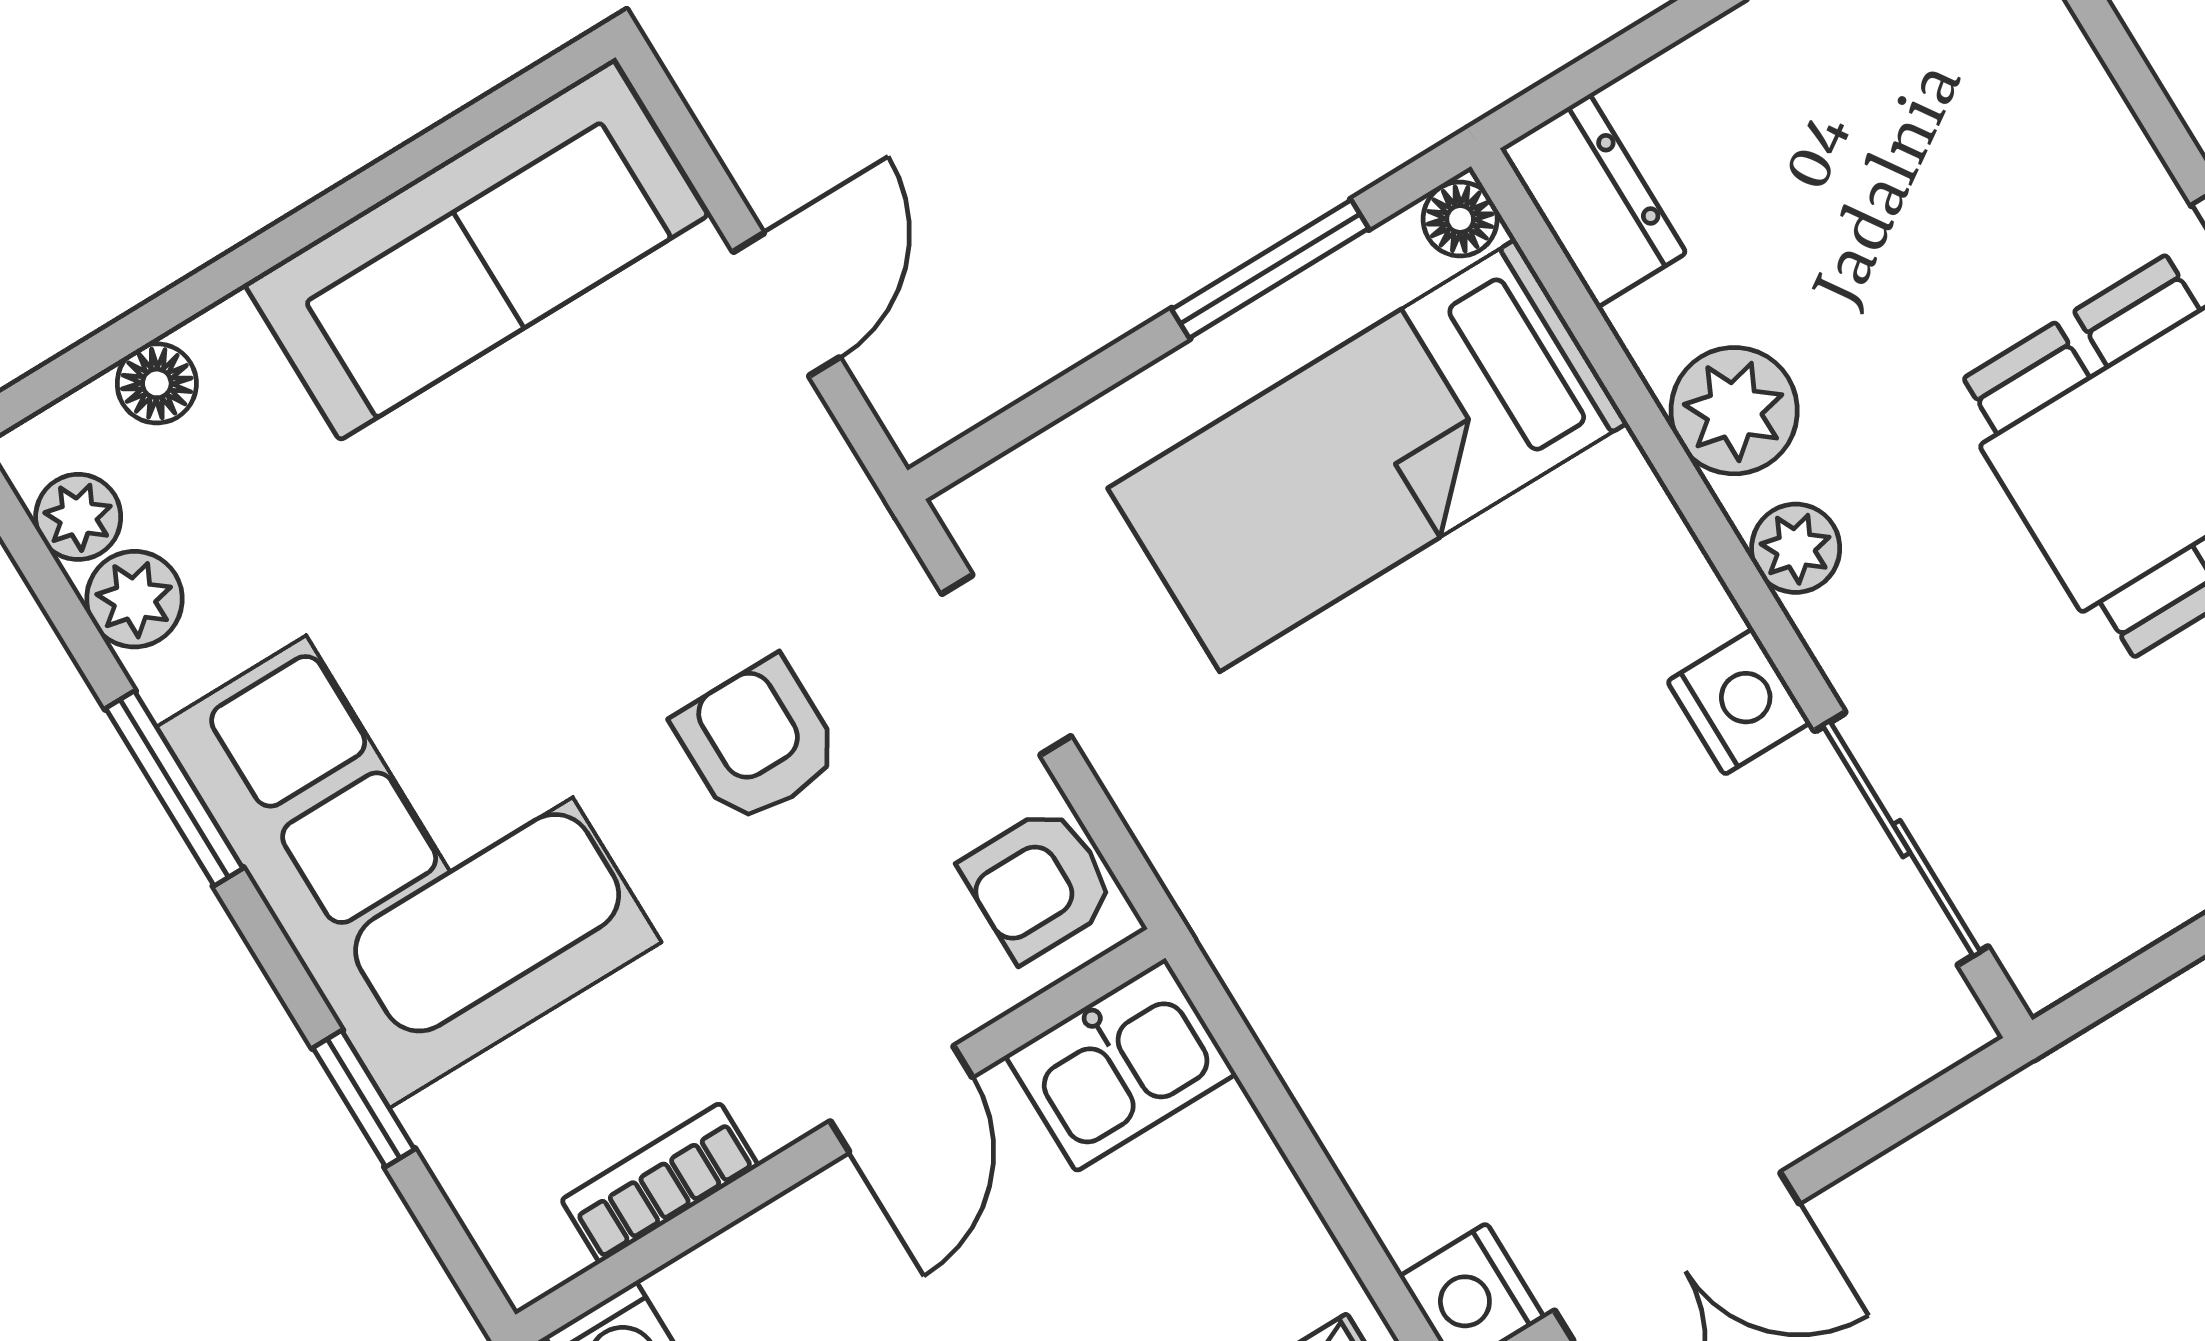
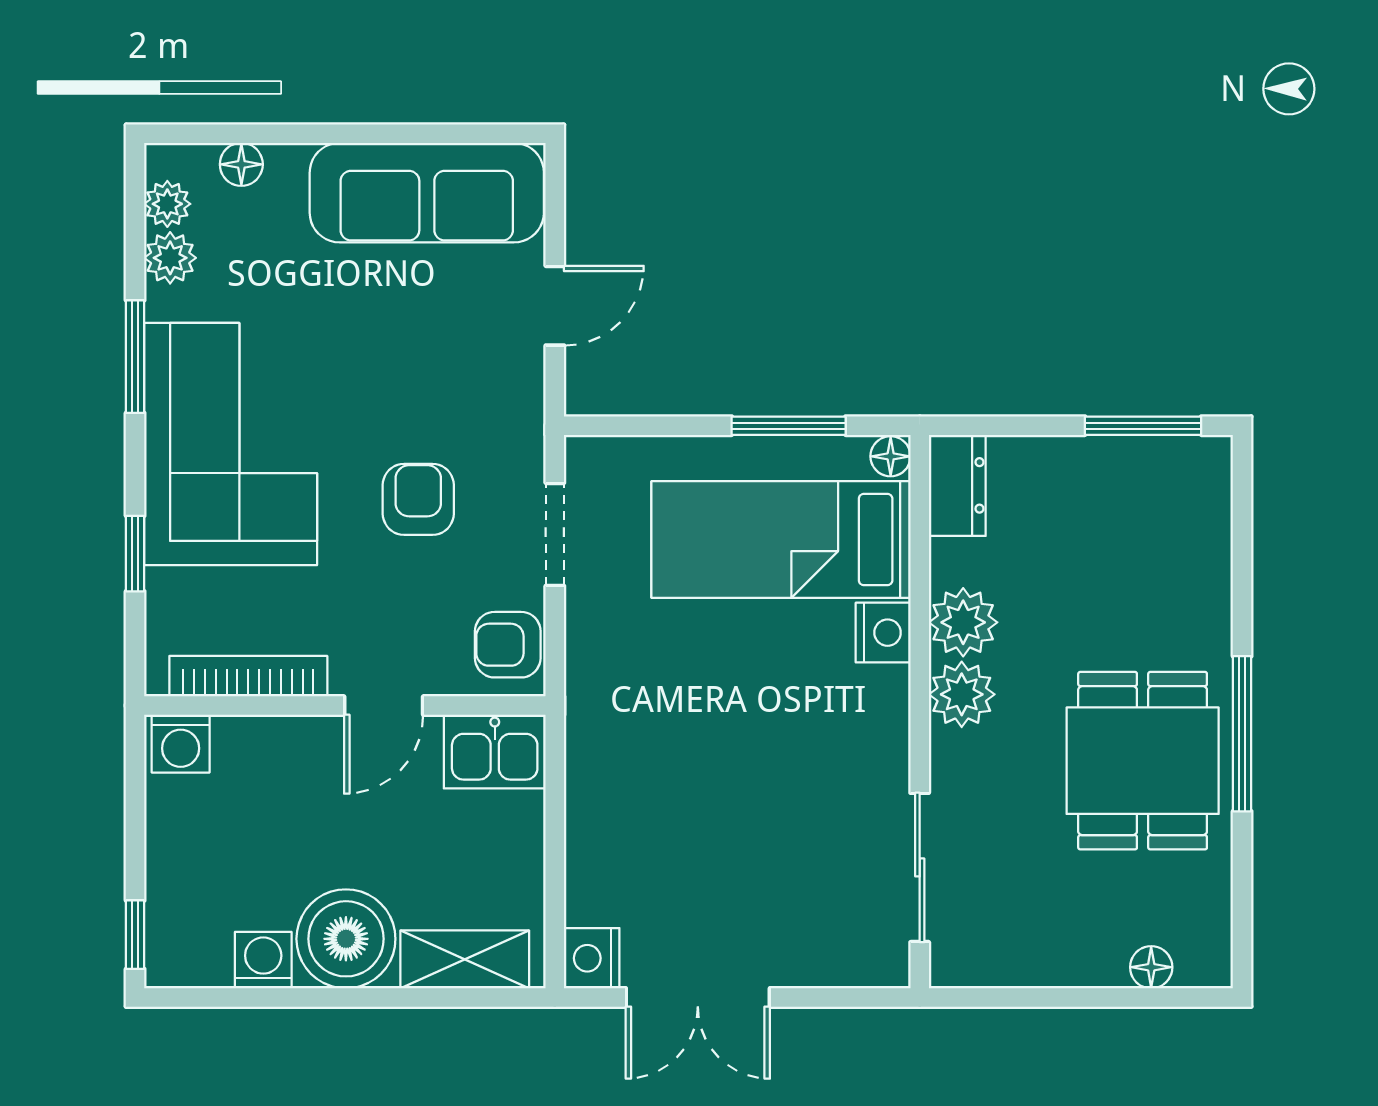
plant: (1796, 548) -> (962, 694), width x1.38, depth x1.38
nightstand: (1739, 702) -> (883, 633), moved
bookcase: (660, 1183) -> (248, 676), width x1.56

